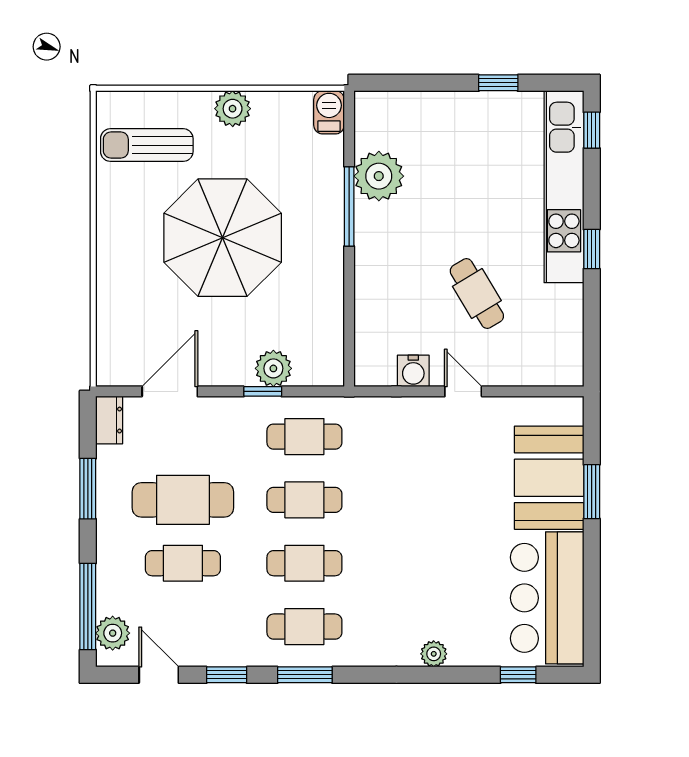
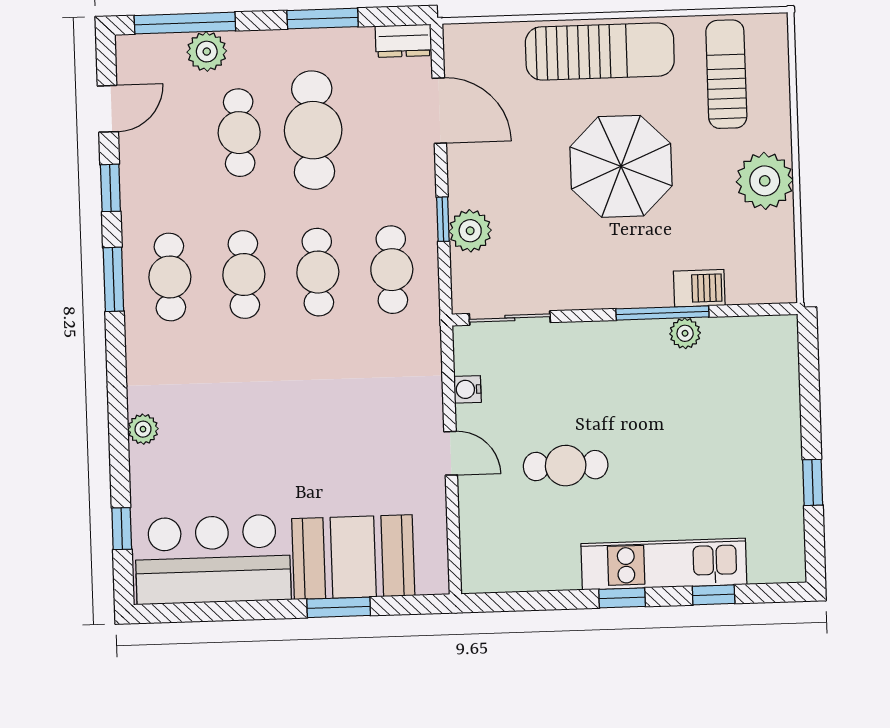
plant: (233, 109) -> (765, 181), width x1.36, depth x1.36
barbecue: (329, 112) -> (699, 288), moved
window: (592, 130) -> (714, 595), moved
plant: (379, 176) -> (685, 333), width x0.53, depth x0.53
kitchen unit: (564, 187) -> (664, 564), width x0.73
parasol: (223, 238) -> (621, 166), width x0.73, depth x0.73
sun lounger: (124, 253) -> (600, 52), added
cafe table: (477, 294) -> (566, 466), turned 31
sliding door: (349, 337) -> (510, 318), added
water cooler: (413, 371) -> (467, 389), width x0.72, depth x0.72
door: (463, 391) -> (451, 453), hinge flipped
plant: (113, 633) -> (207, 52), moved

